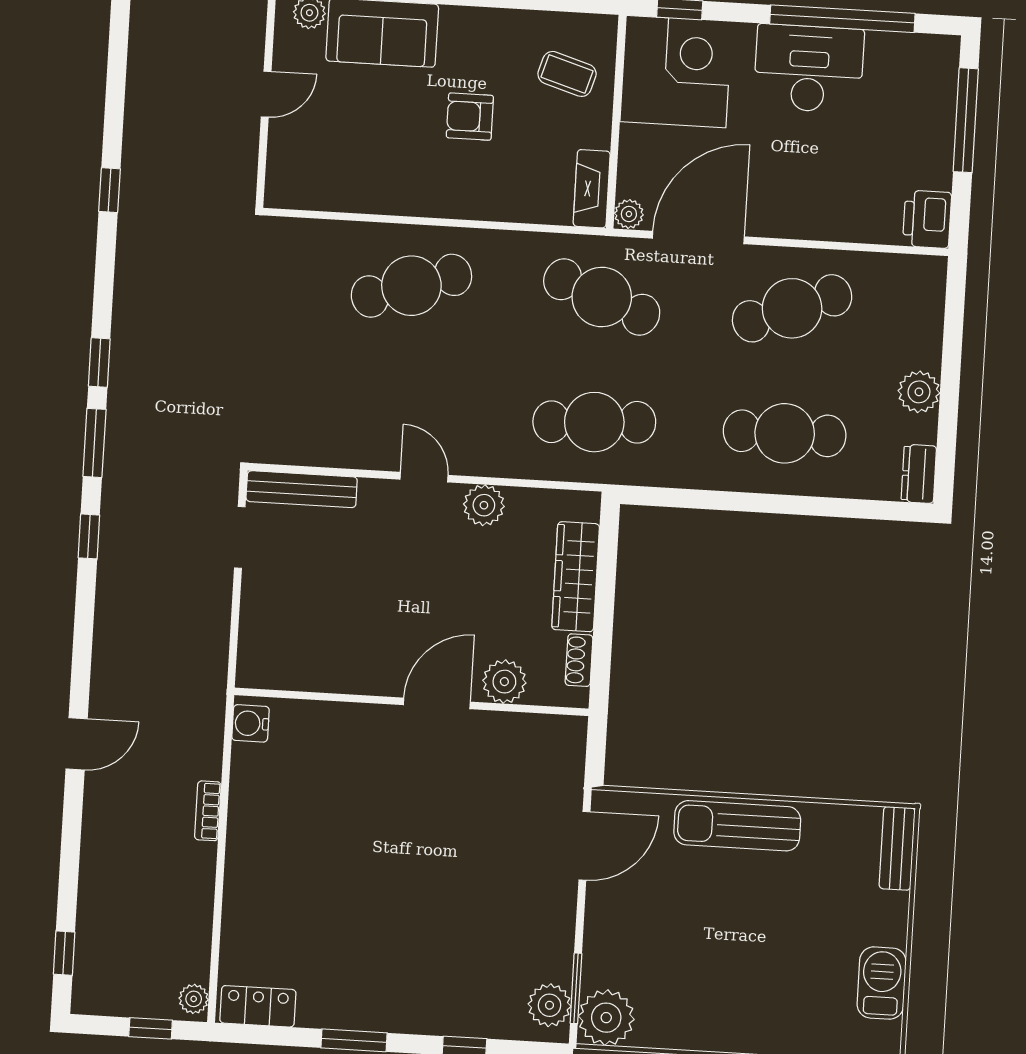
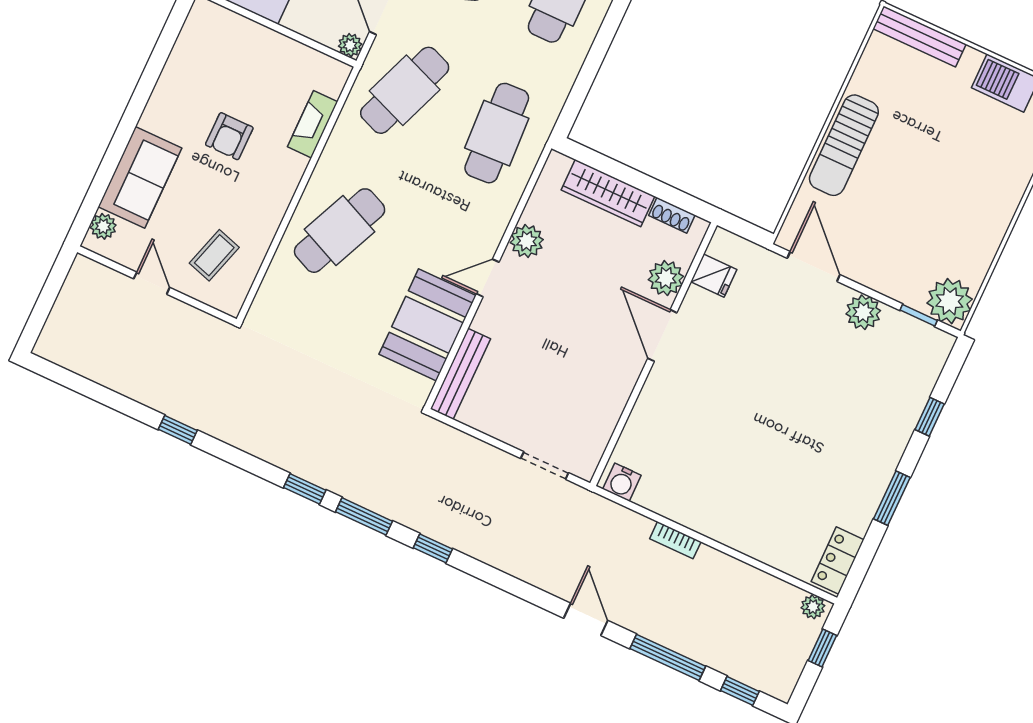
coffee table: (567, 74) -> (214, 255), moved
fireplace: (592, 189) -> (313, 124), moved, turned 90
cafe table: (411, 286) -> (340, 231), turned 42
booth: (343, 429) -> (428, 325), added
doorway: (240, 537) -> (545, 466), moved
fridge: (529, 735) -> (714, 276), added
bench: (897, 848) -> (919, 36), width x1.36
window: (70, 855) -> (668, 657), added
window: (576, 988) -> (919, 315), width x0.67
plant: (550, 1005) -> (863, 312), moved

